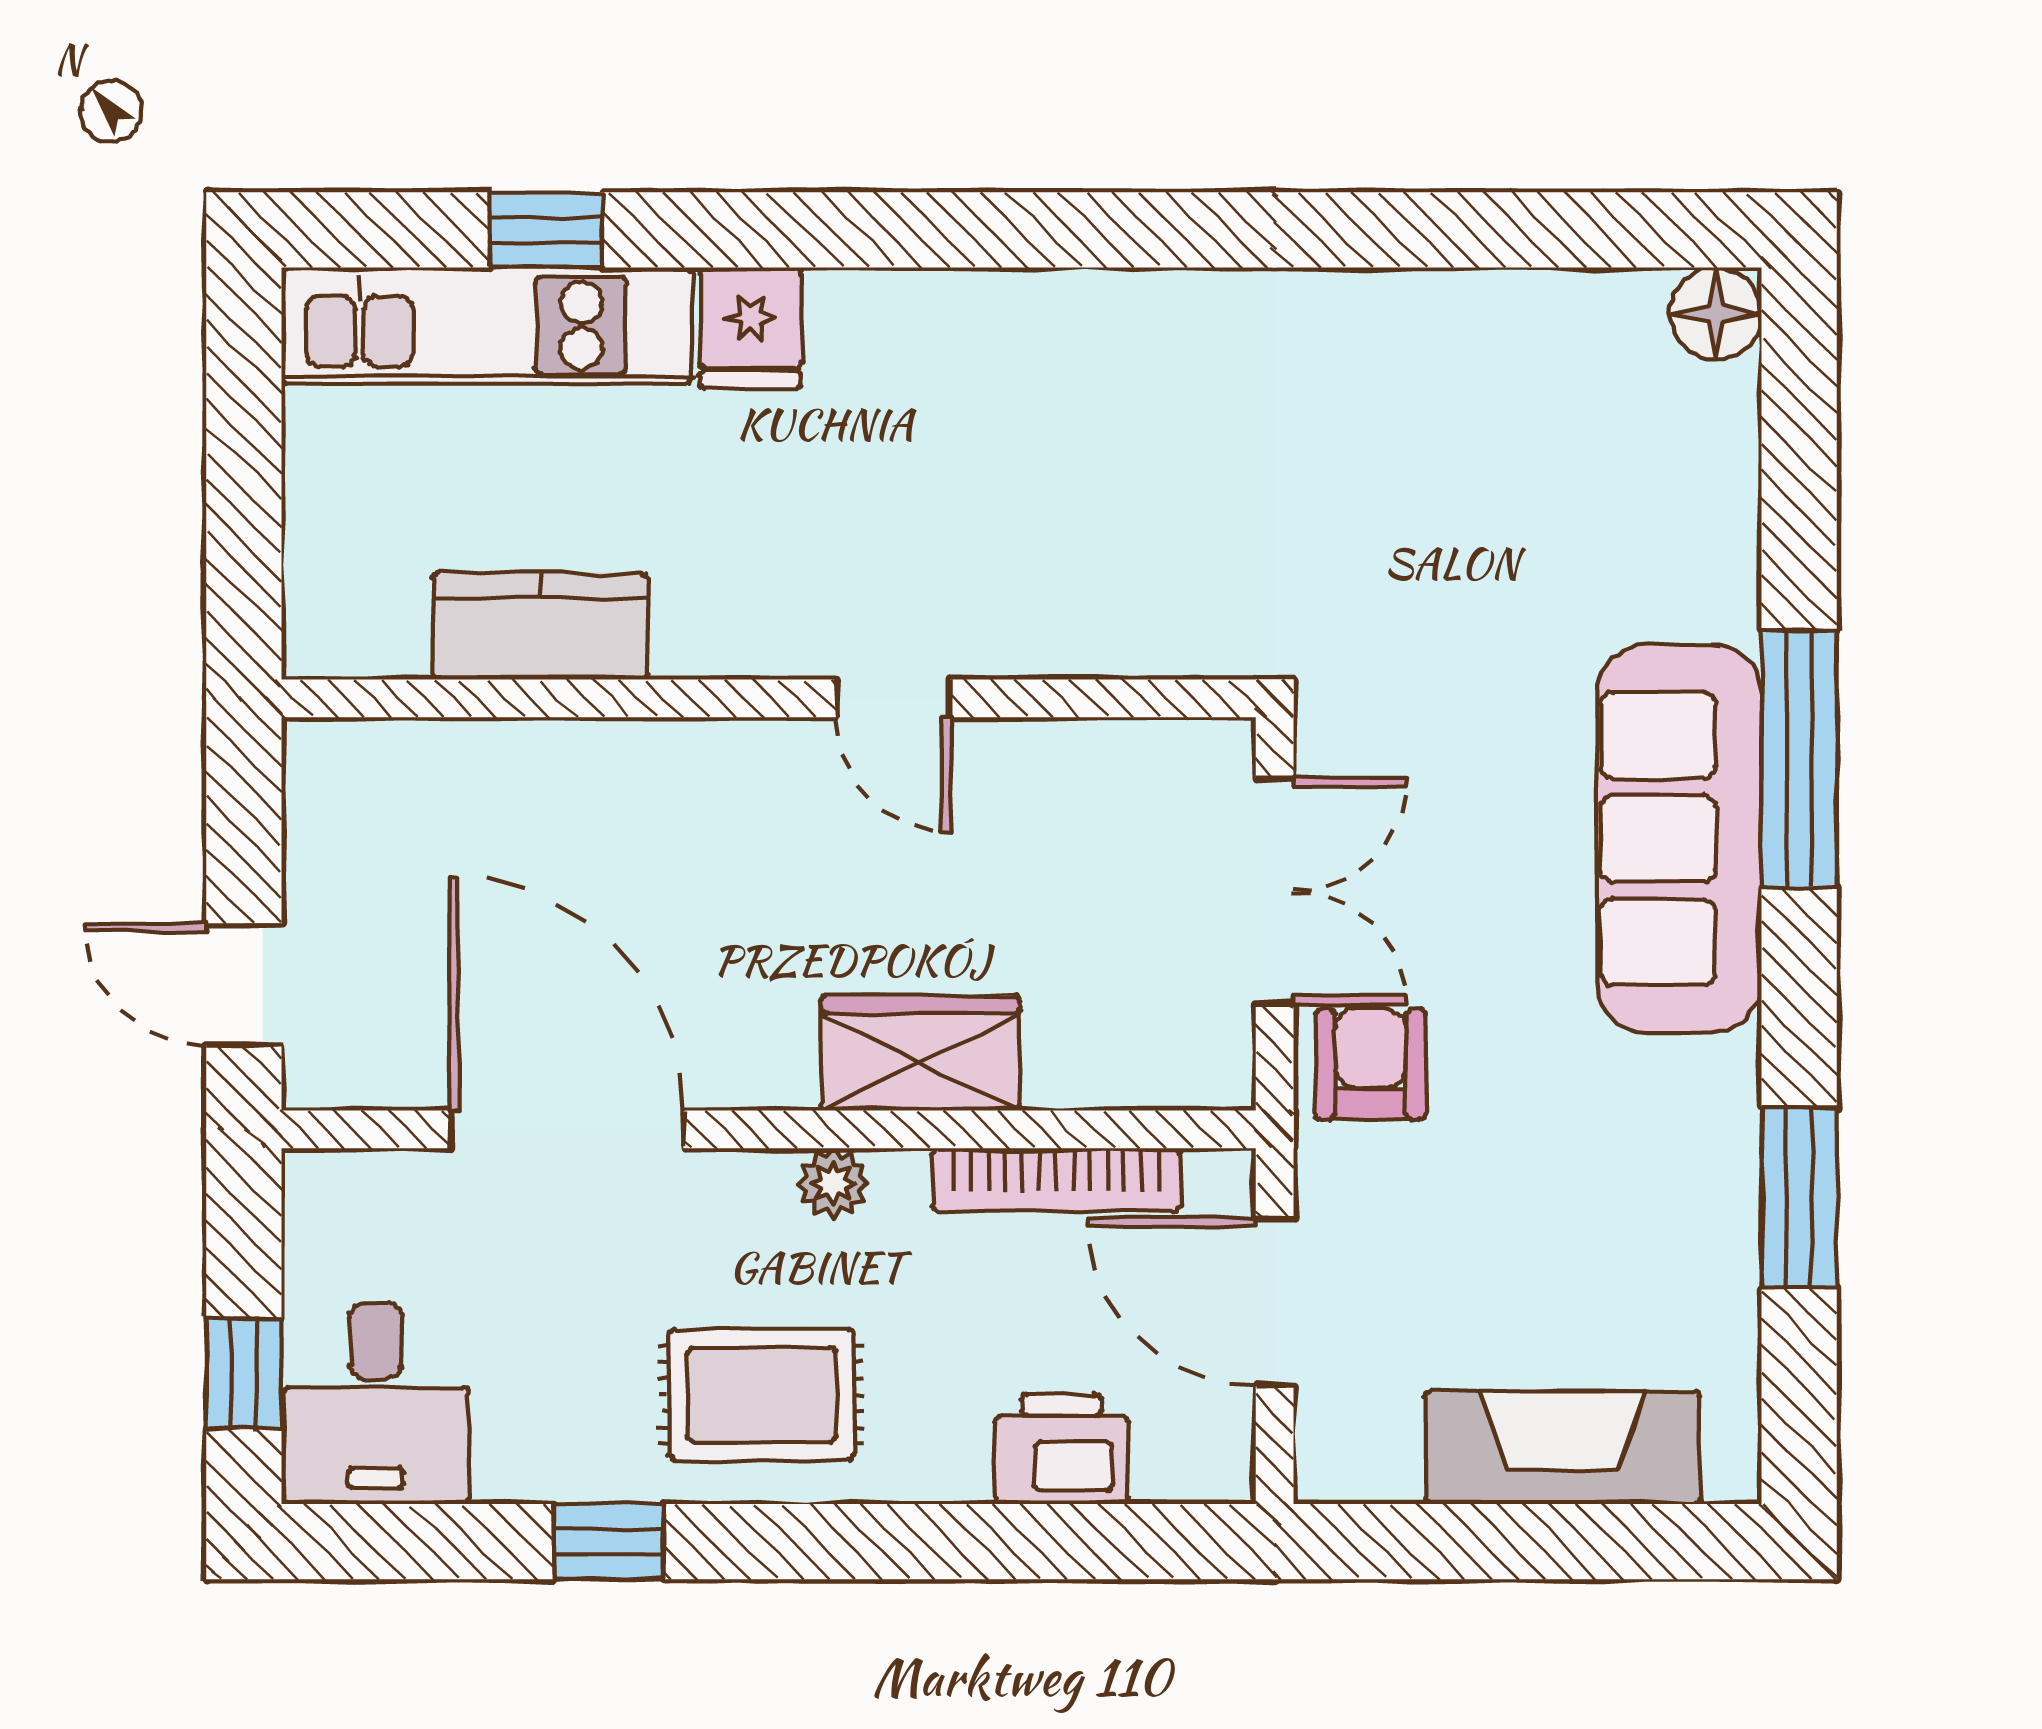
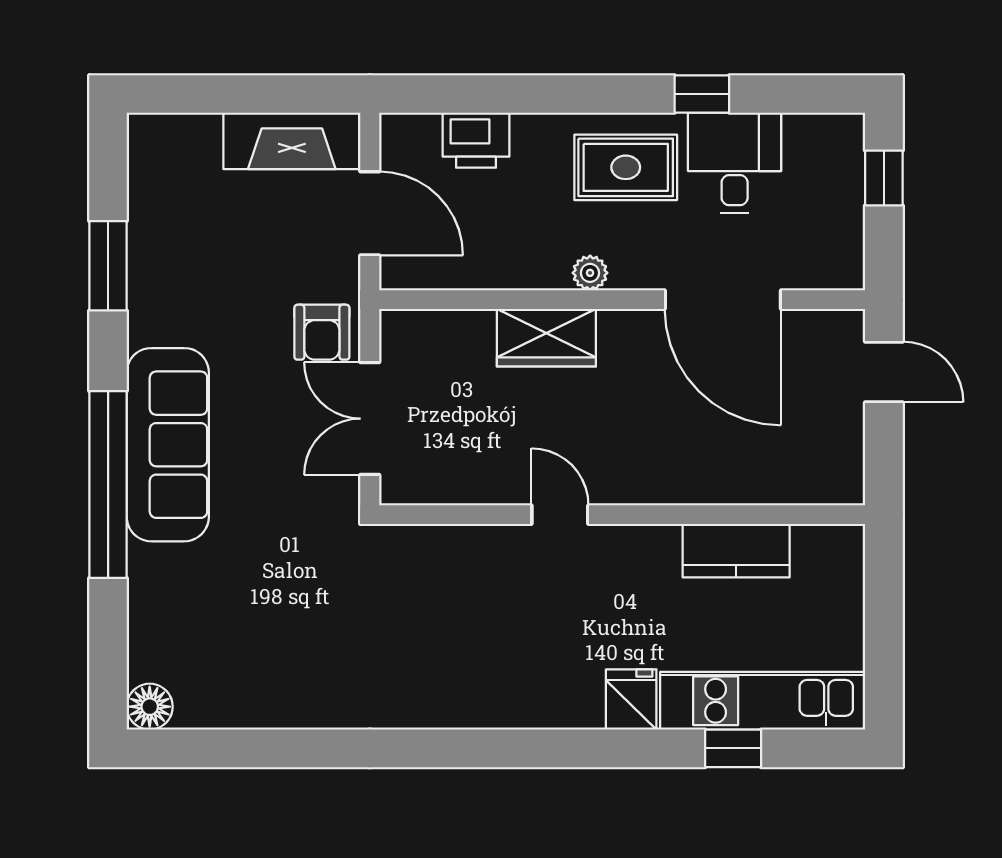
window: (1799, 759) -> (108, 485), width x1.46
bookcase: (1056, 1180) -> (479, 274), removed
desk: (376, 1403) -> (735, 163), moved
fireplace: (1563, 1448) -> (292, 141), moved

